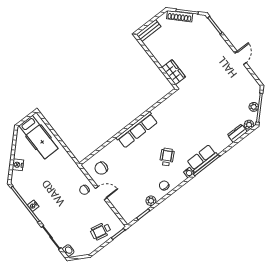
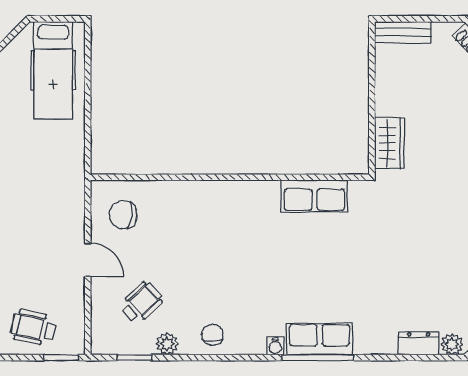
row of seats: (137, 130) -> (314, 196), moved, width x0.68
wheelchair: (167, 157) -> (142, 302), moved
chair: (84, 190) -> (62, 230), removed

